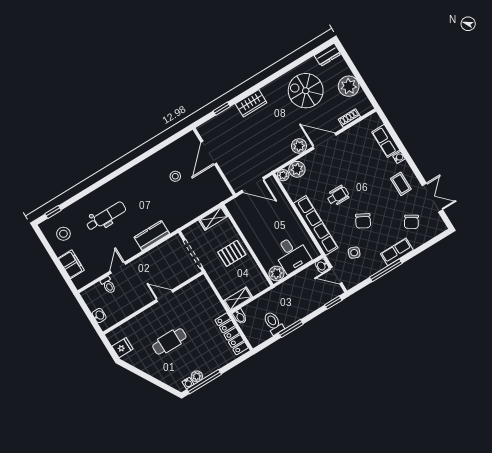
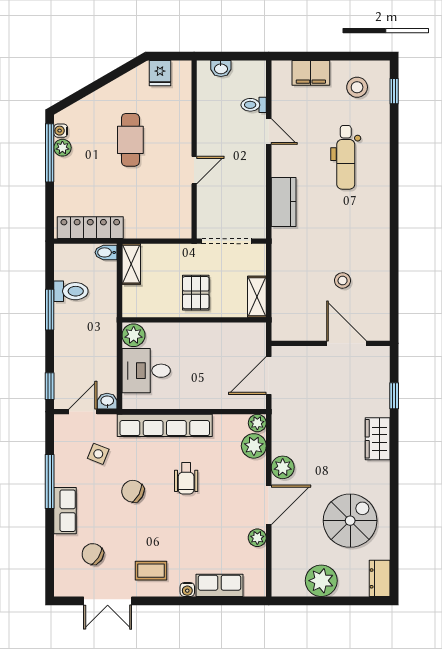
shoe rack: (349, 118) -> (279, 556), removed
plant: (347, 136) -> (257, 538), added

